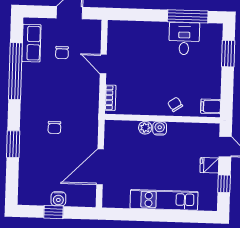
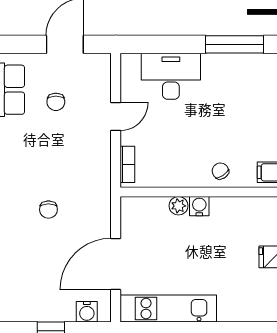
desk: (184, 39) -> (171, 76), moved, width x1.37
door: (103, 64) -> (116, 117), swing flipped
water cooler: (58, 199) -> (87, 312), moved
kitchen unit: (164, 200) -> (168, 309), moved

